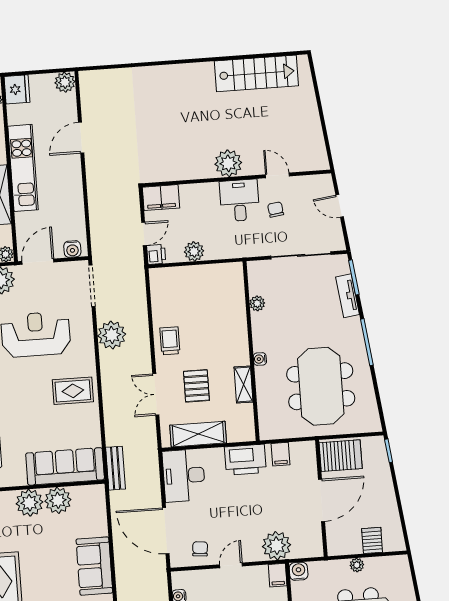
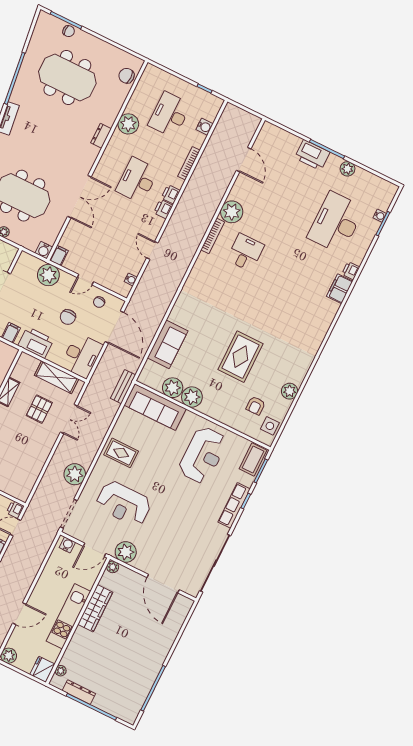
trolley: (170, 341) -> (39, 448), removed
chair: (226, 511) -> (68, 317), added
sofa: (94, 566) -> (168, 344), moved

